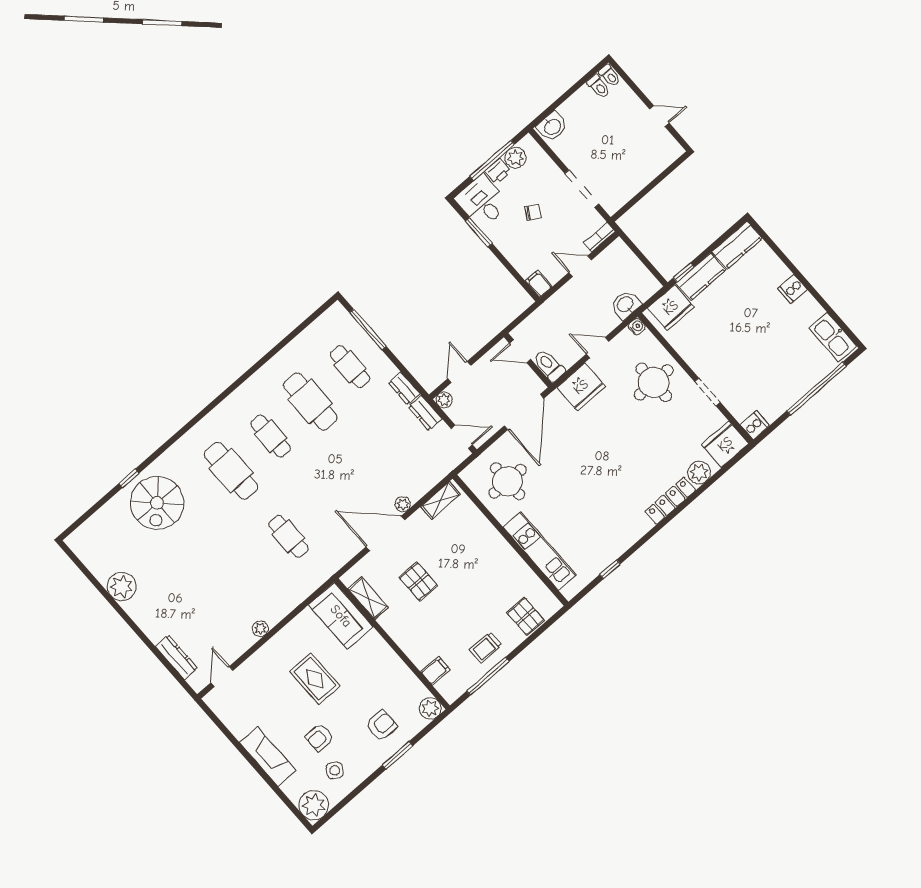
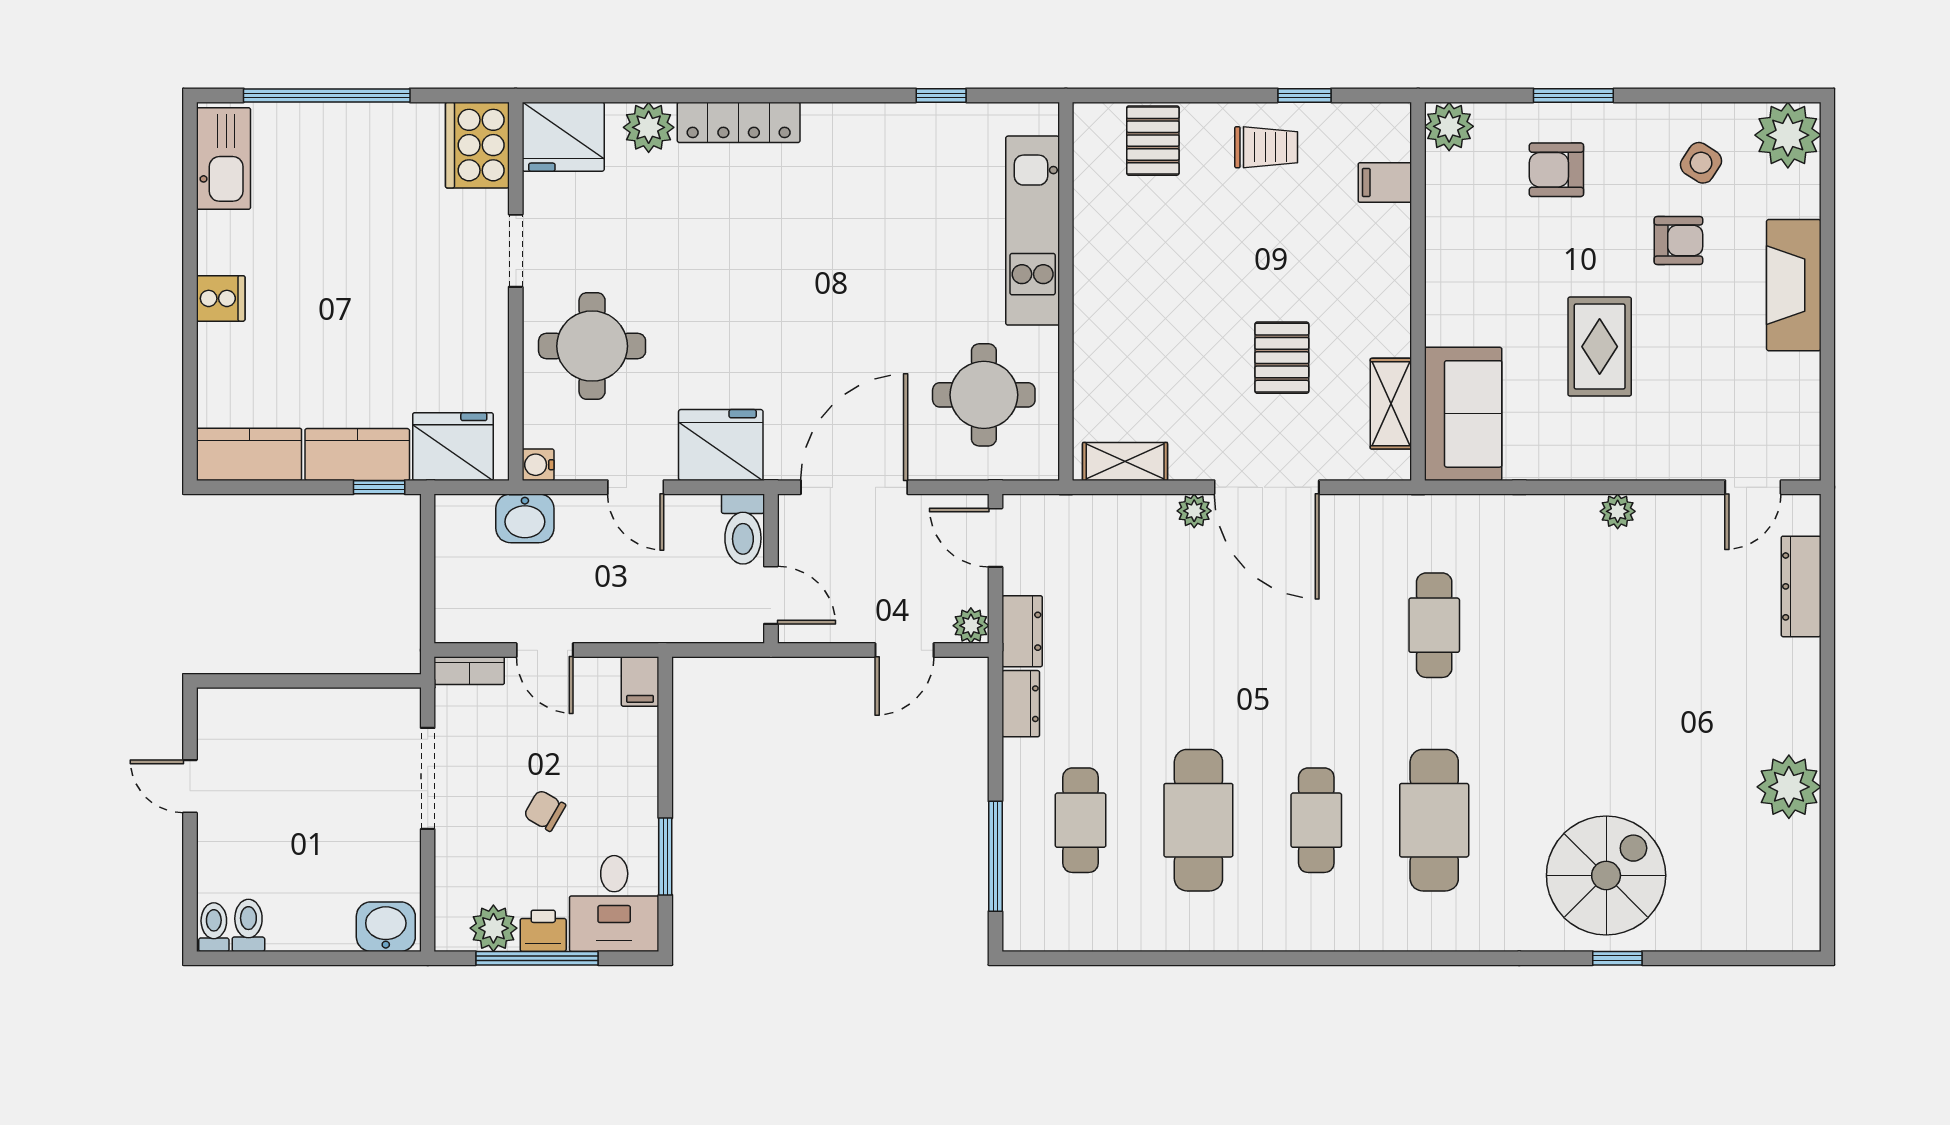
cooker: (755, 425) -> (477, 145), width x1.87, depth x1.31
window: (488, 676) -> (1304, 95), width x0.46

